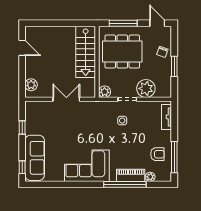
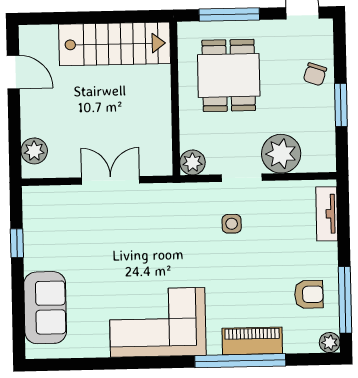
stairs: (86, 52) -> (115, 44), moved, turned -90
dining table: (122, 52) -> (229, 75), width x0.73
sofa: (35, 158) -> (45, 308), width x0.73
window: (22, 167) -> (19, 328), removed
plant: (150, 177) -> (330, 343), moved

